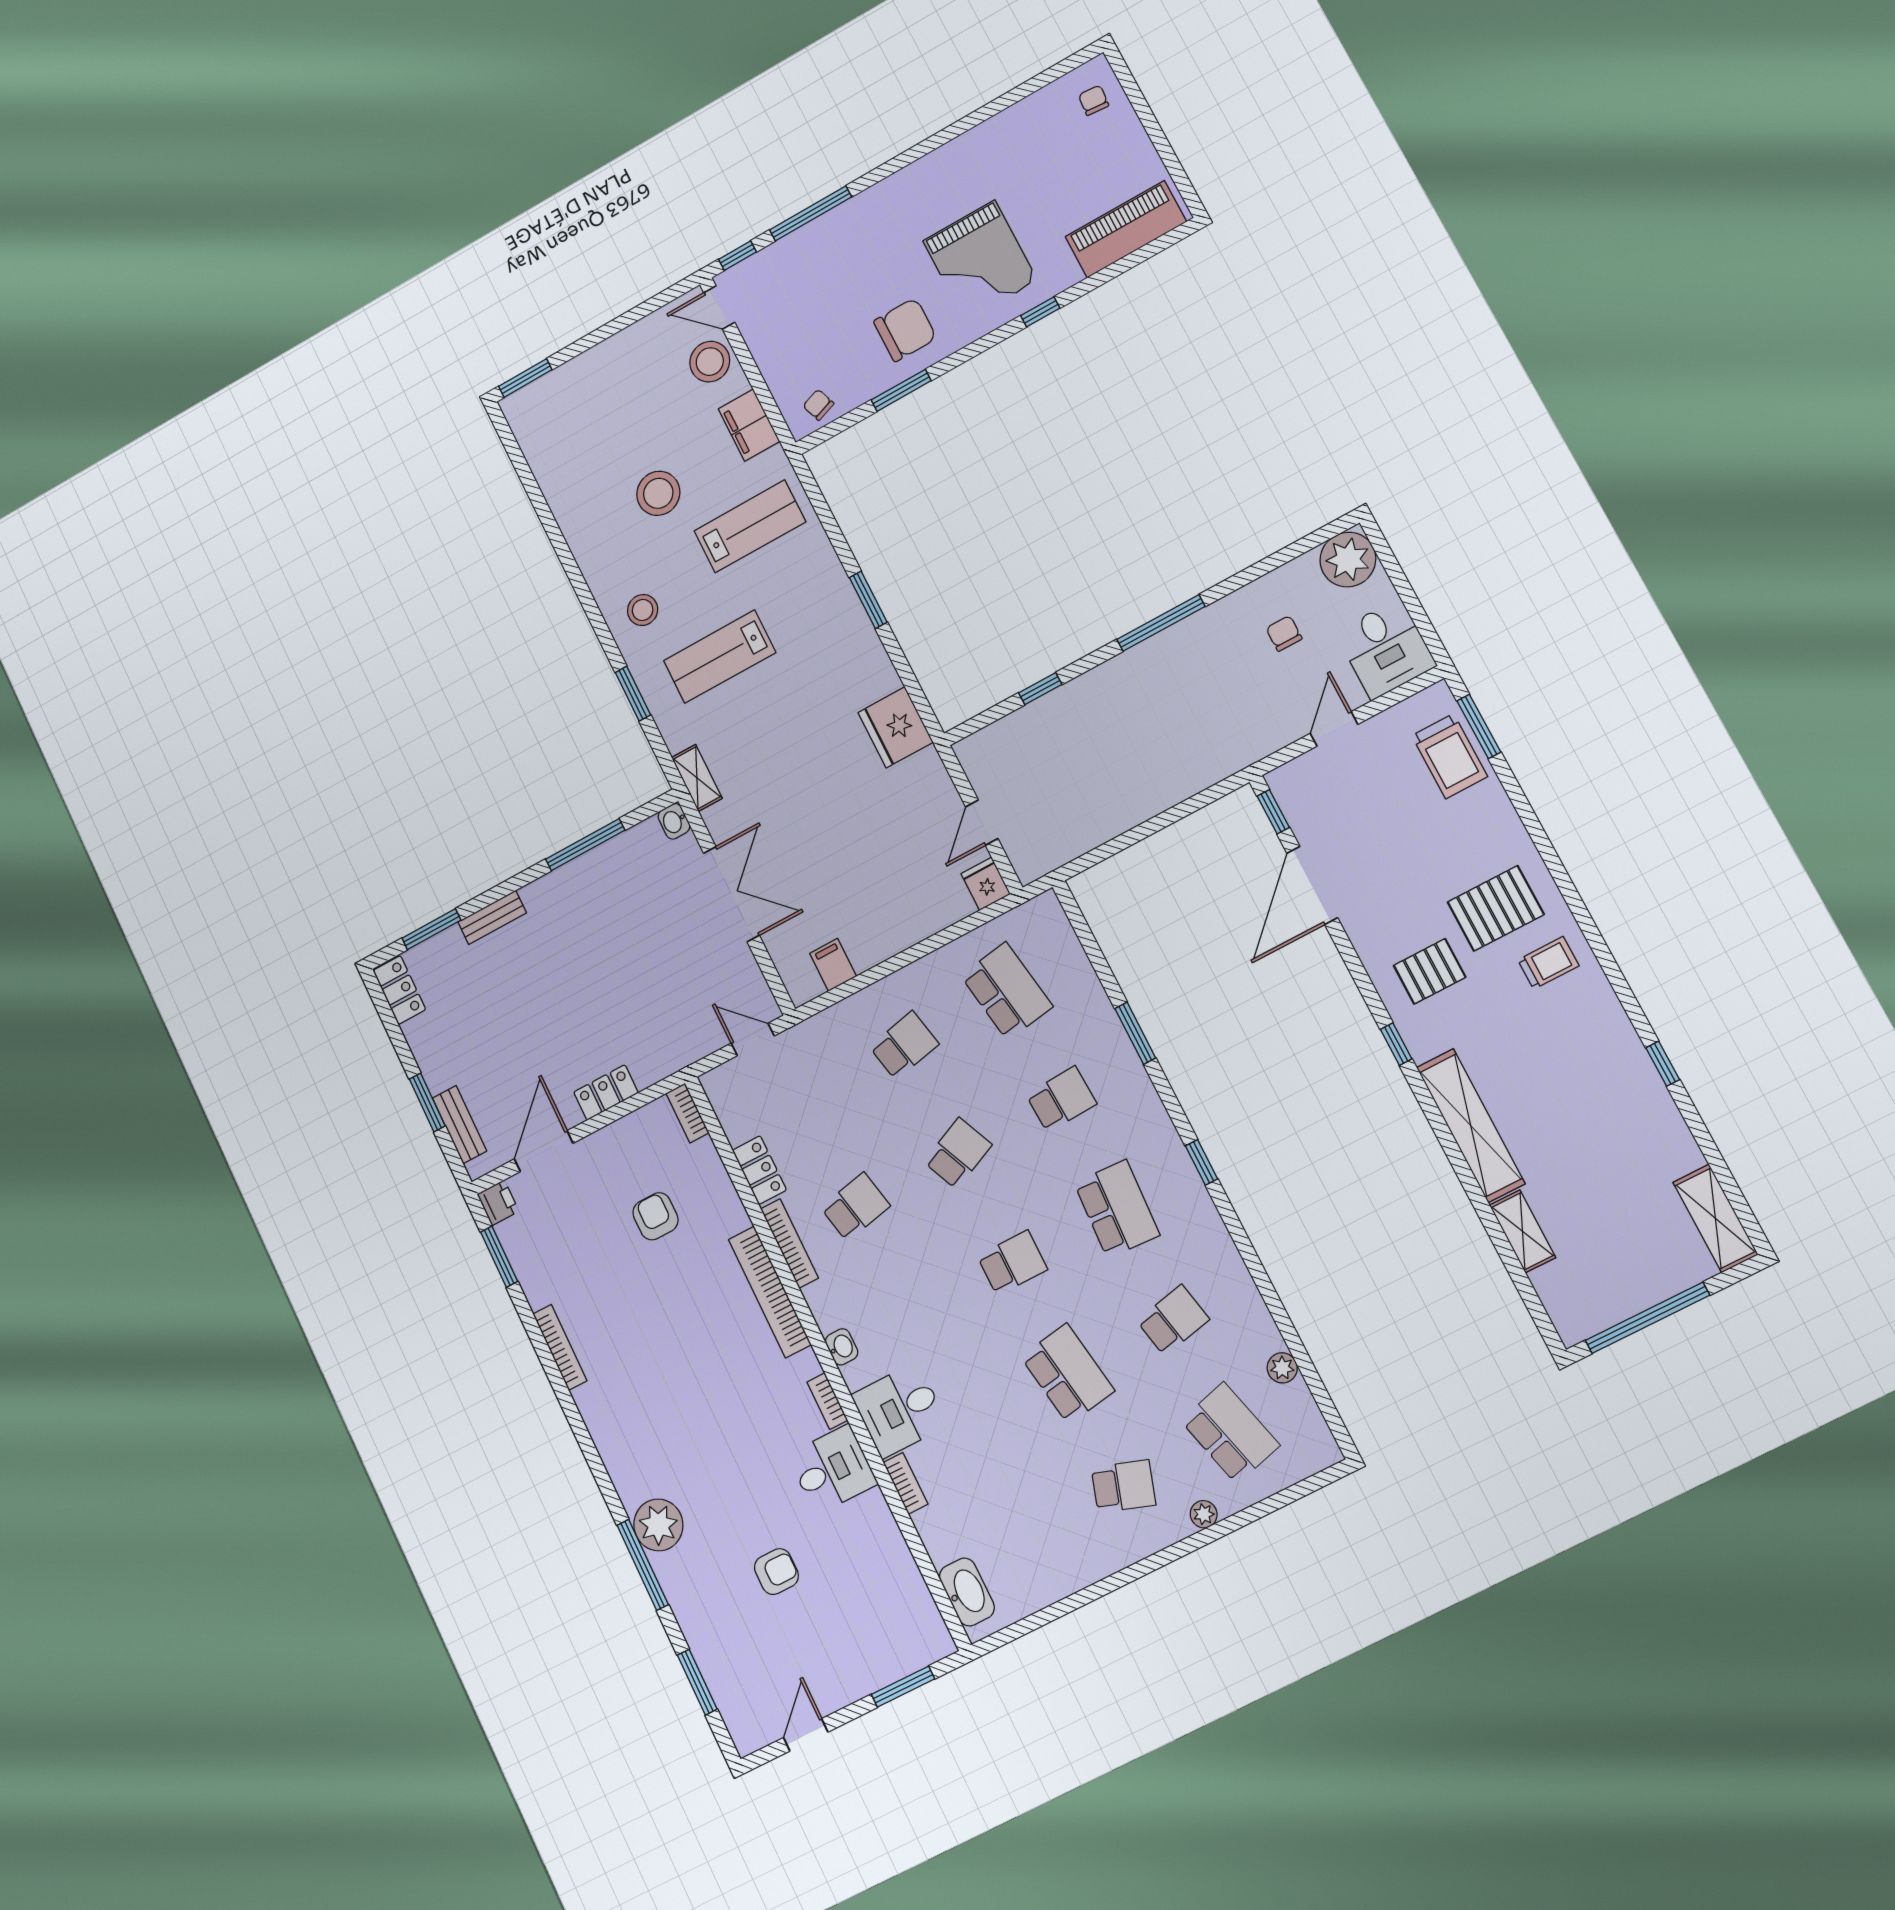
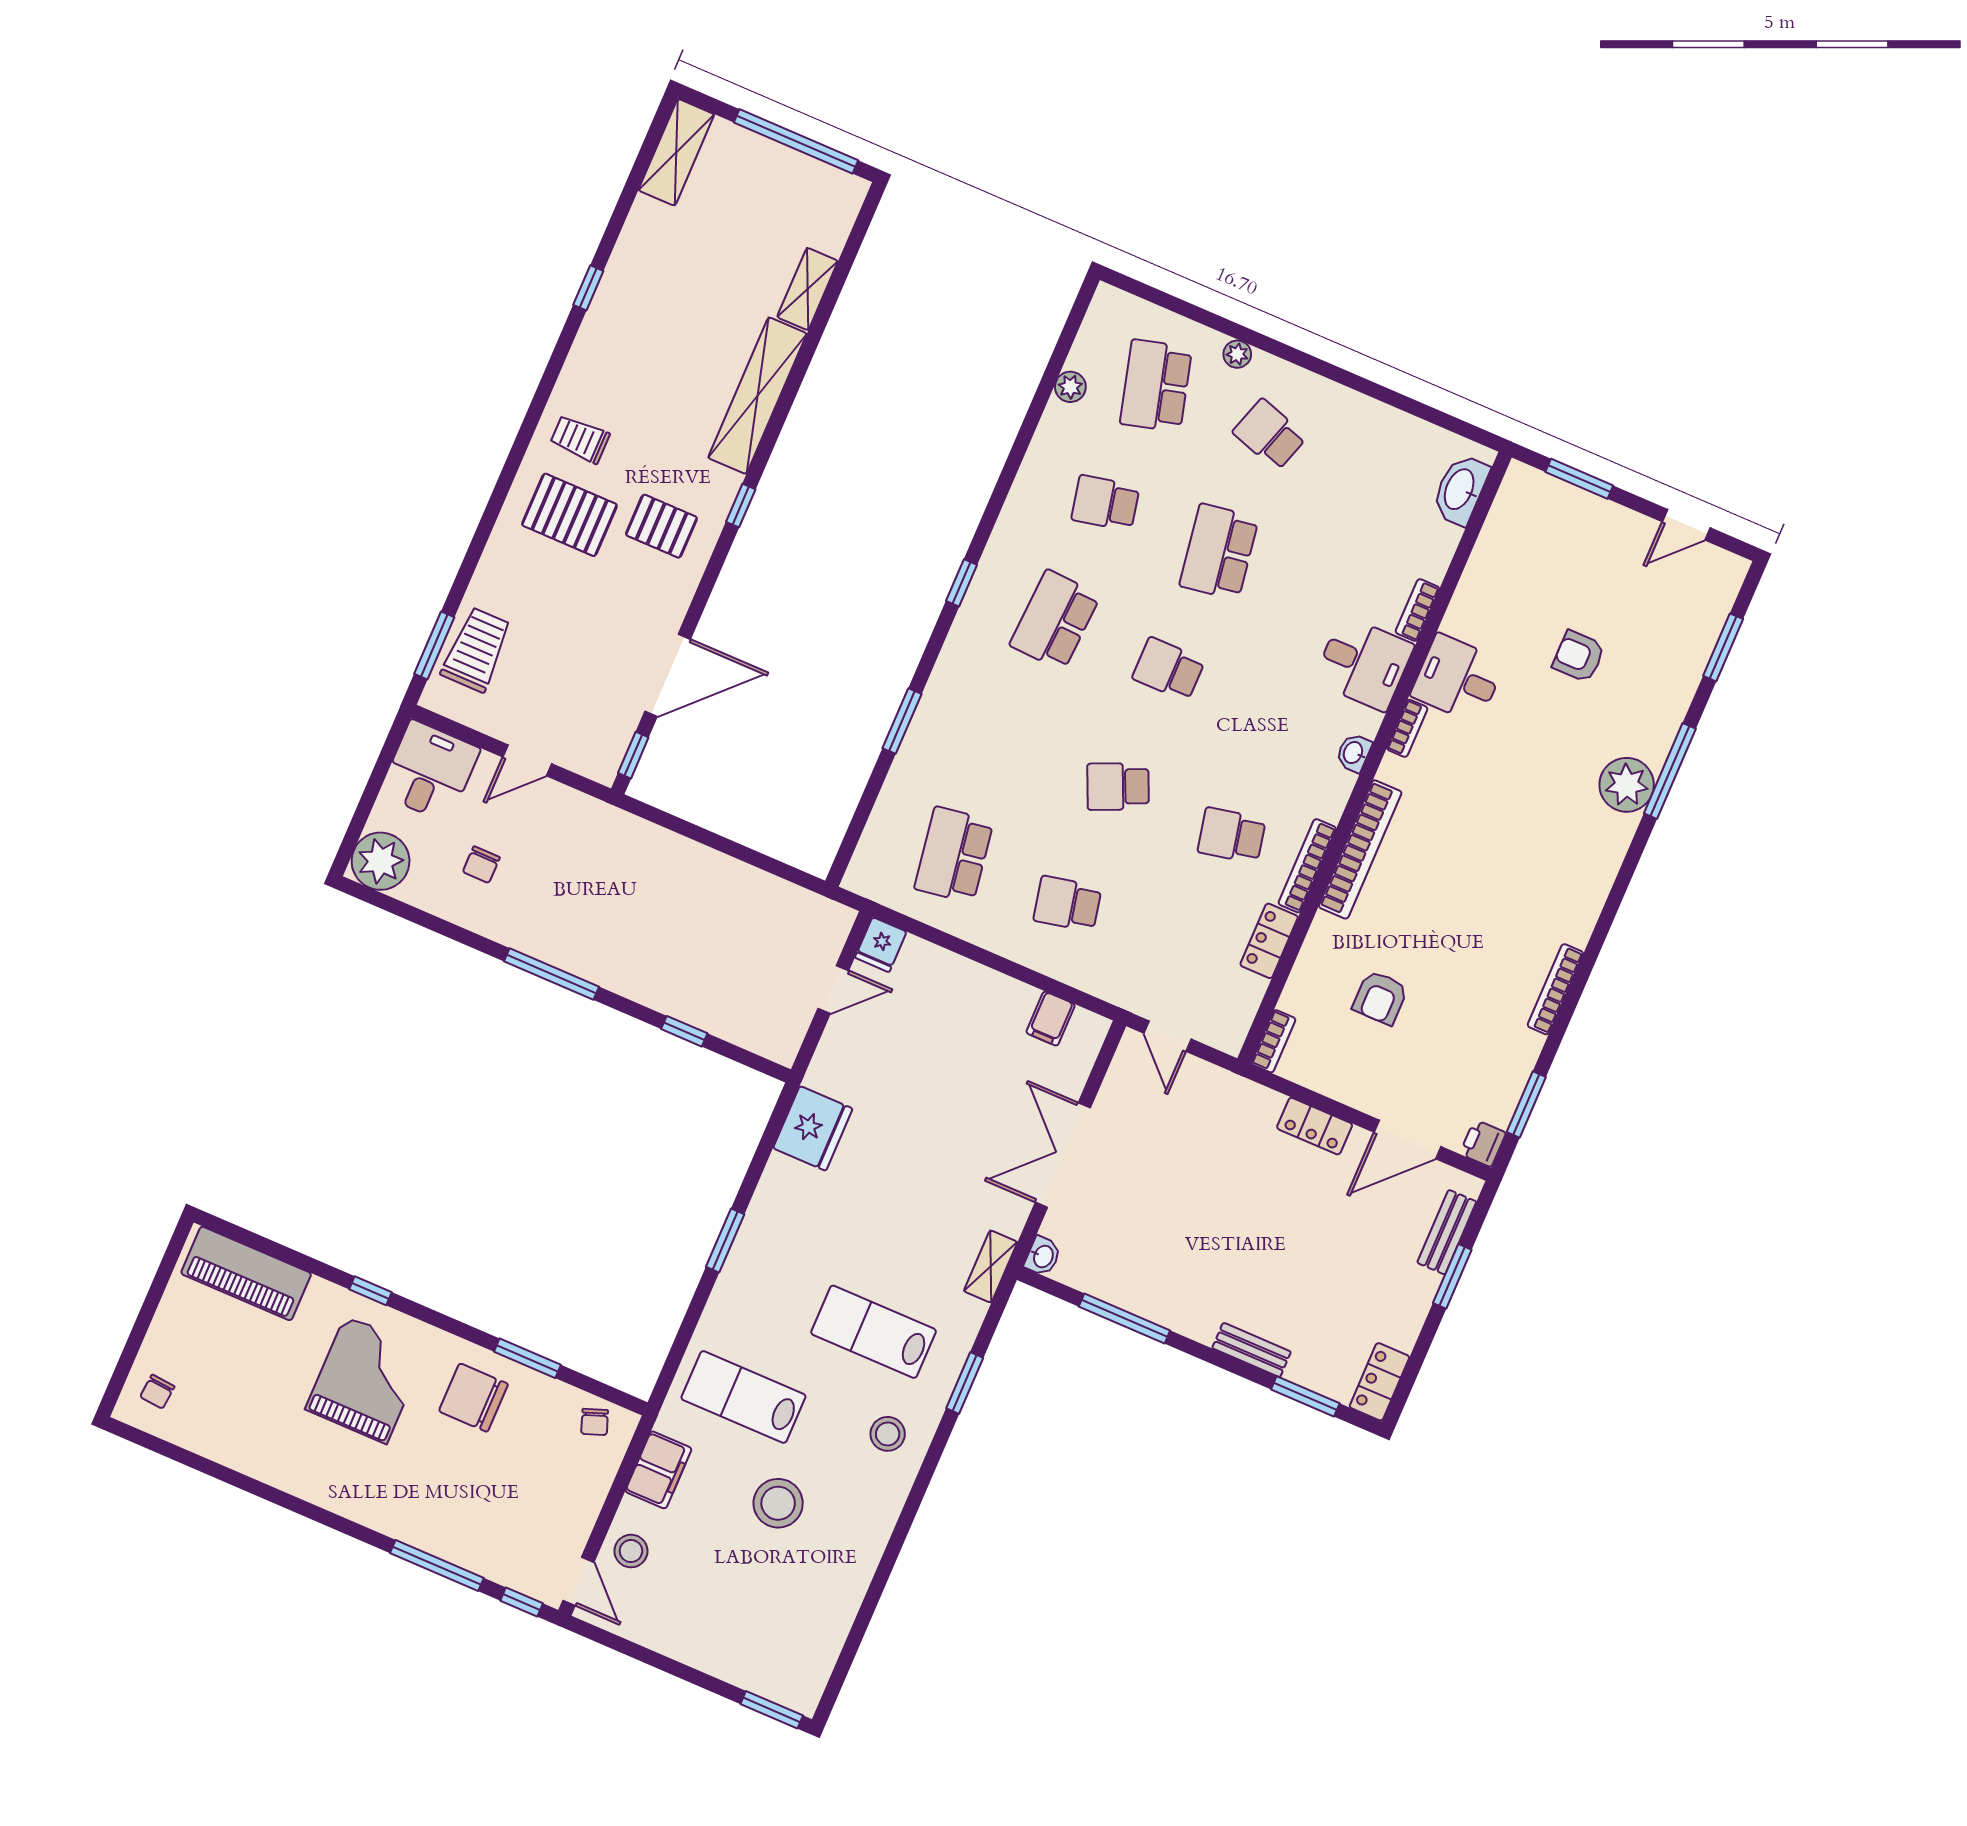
stool: (710, 362) -> (631, 1551), width x0.73, depth x0.73
lab bench: (720, 657) -> (874, 1332), turned 180
school desk: (1061, 1099) -> (1004, 738), removed

